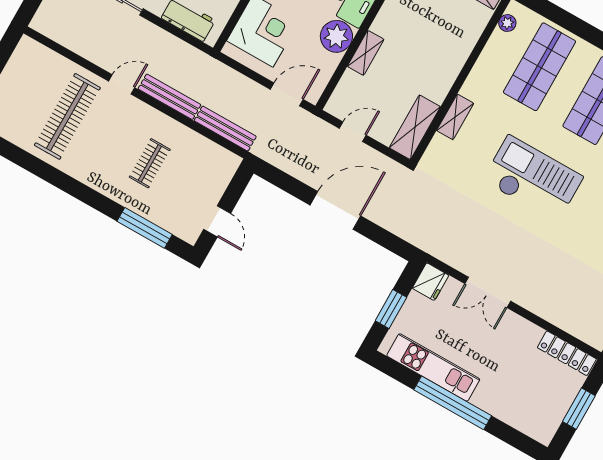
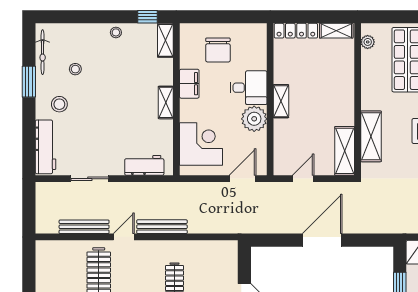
shelving: (366, 53) -> (281, 101), moved
shelving: (455, 117) -> (371, 136), width x1.50, depth x1.33
bench: (225, 129) -> (84, 227), moved

